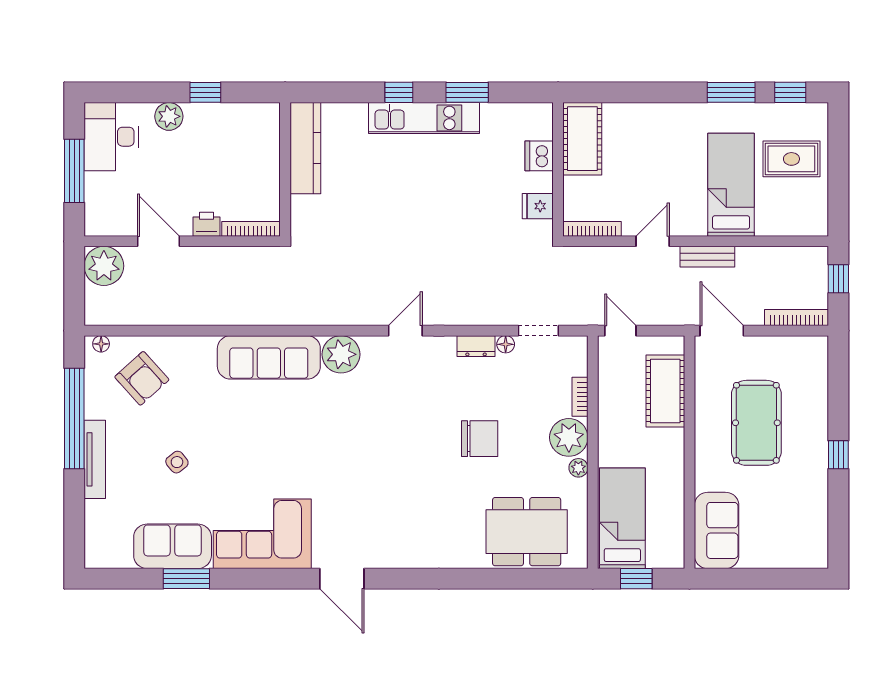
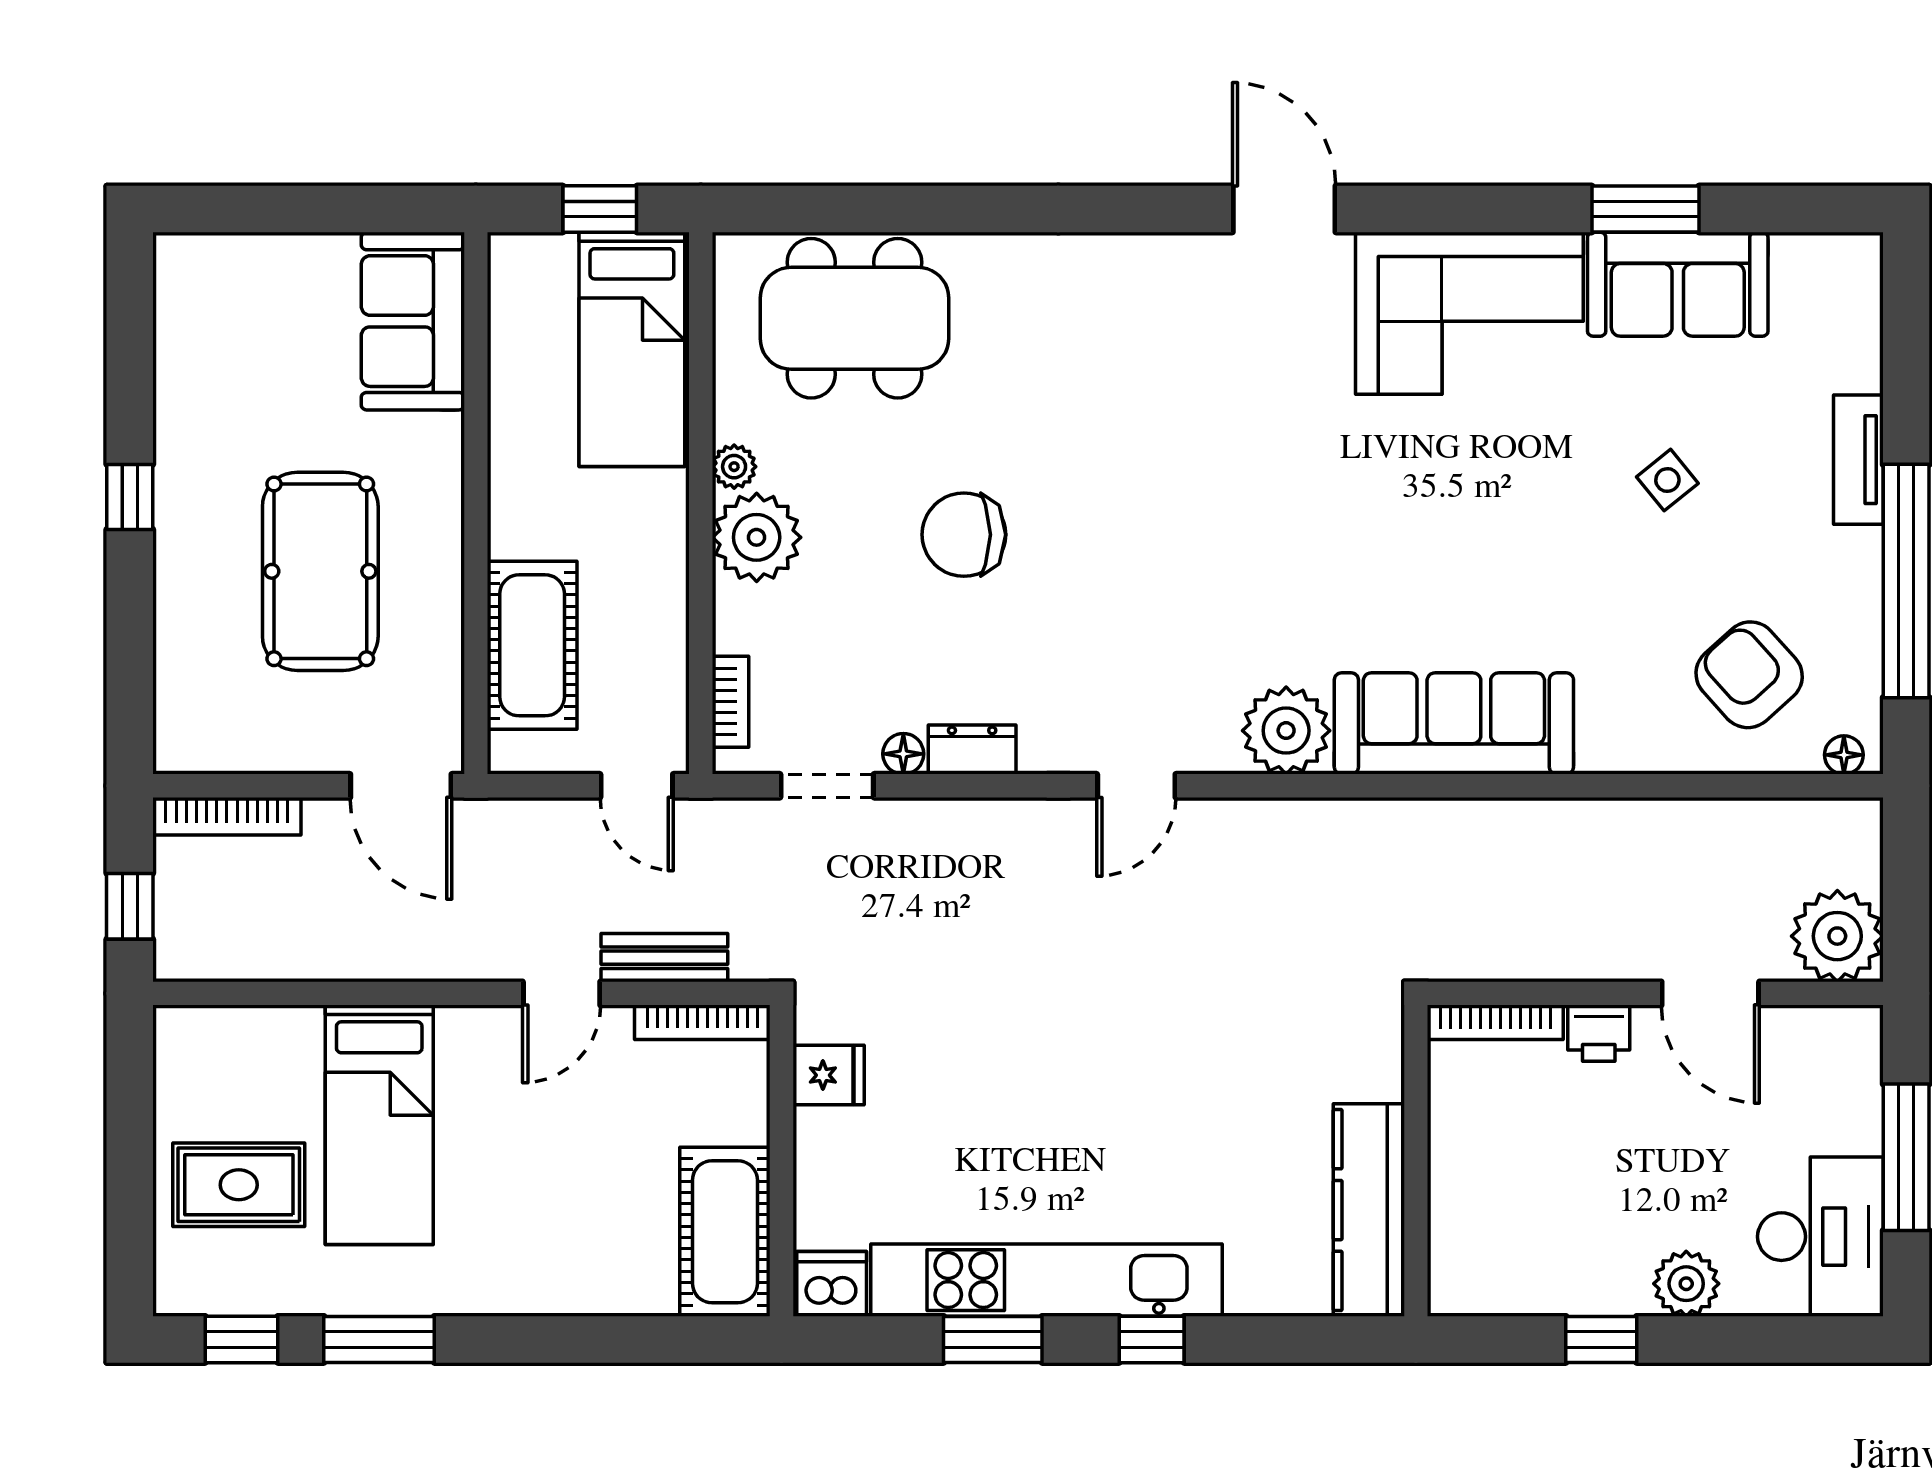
kitchen unit: (424, 118) -> (1047, 1280), width x1.36
dishwasher: (539, 156) -> (832, 1284), moved, turned -90
bench: (707, 257) -> (664, 958), moved
bookcase: (580, 397) -> (730, 702), moved
tv unit: (95, 459) -> (1858, 460), width x0.71

